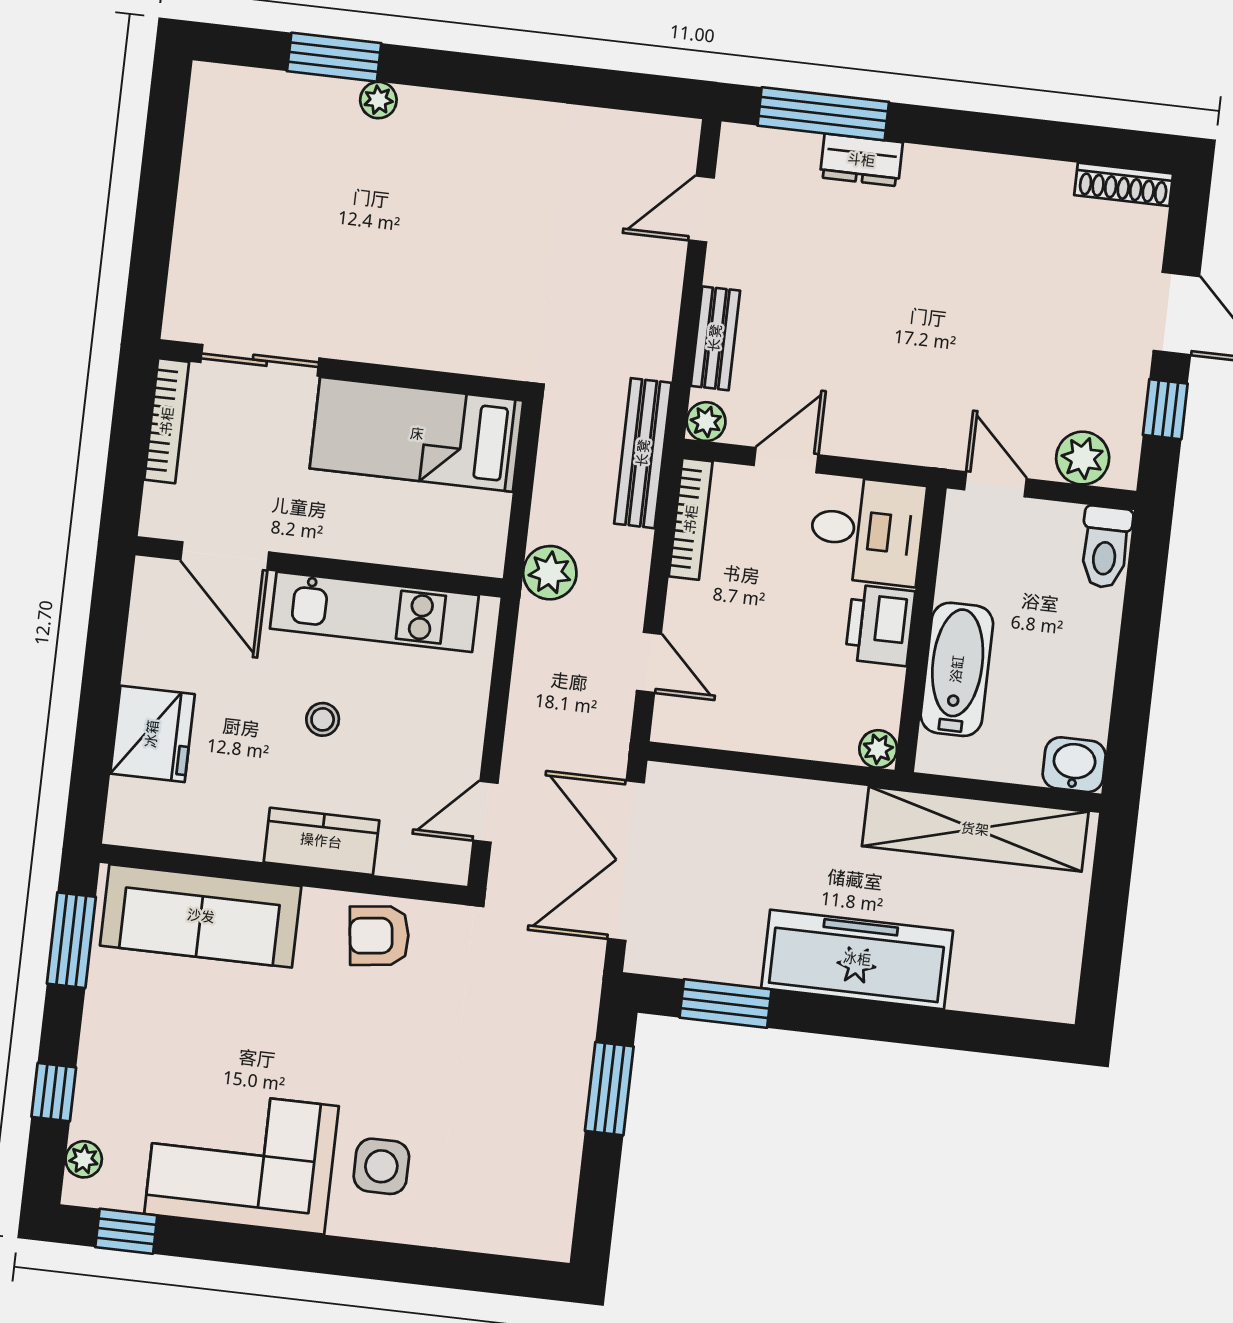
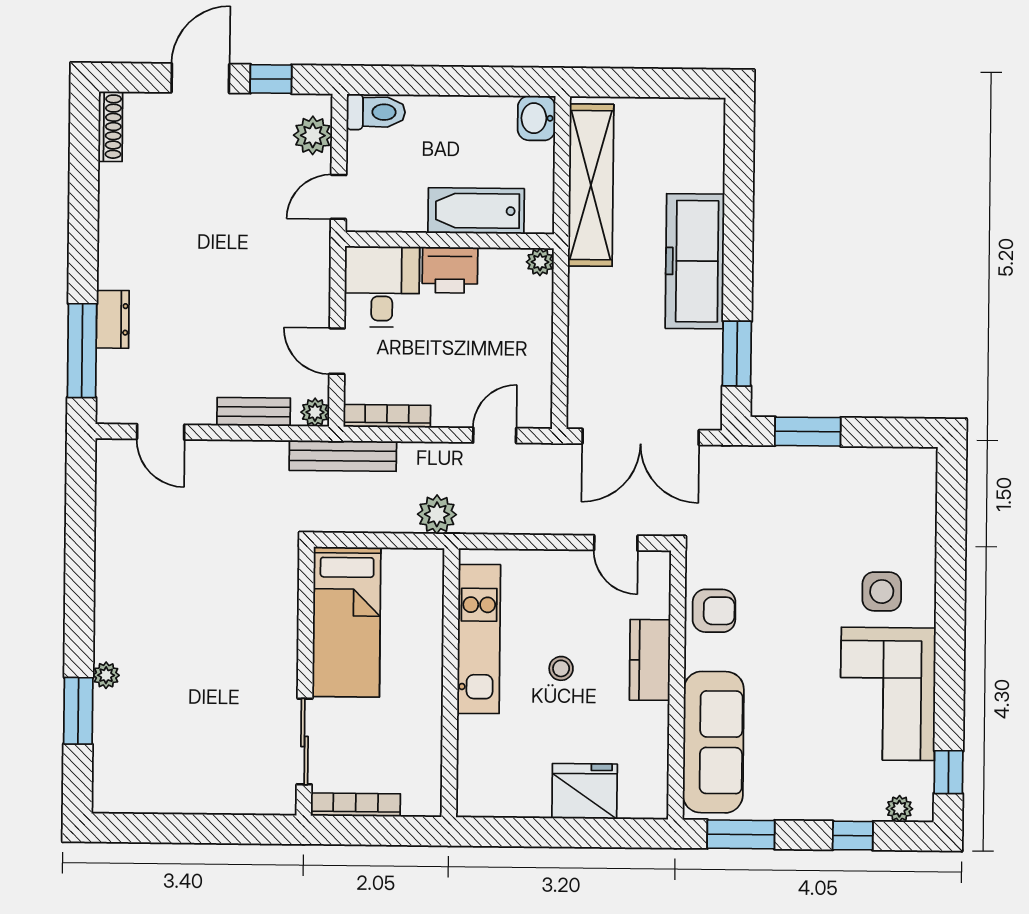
door: (225, 556) -> (450, 752), removed
armchair: (379, 936) -> (714, 611), turned -83

